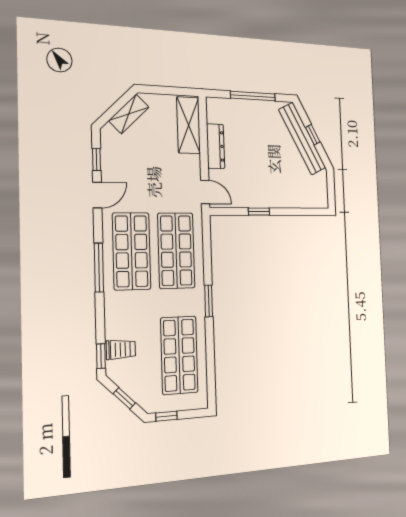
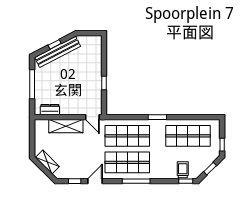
shelving: (189, 125) -> (66, 126), moved
dresser: (216, 146) -> (50, 110), moved, width x0.70
door: (205, 192) -> (92, 117), swing flipped
door: (97, 195) -> (95, 181), hinge flipped

